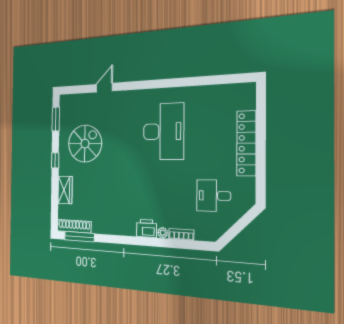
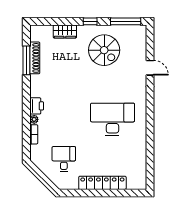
window: (56, 119) -> (126, 21), width x1.44
desk: (163, 131) -> (112, 119), turned 180
shoe rack: (74, 226) -> (35, 58), moved
window: (79, 237) -> (26, 60), moved

